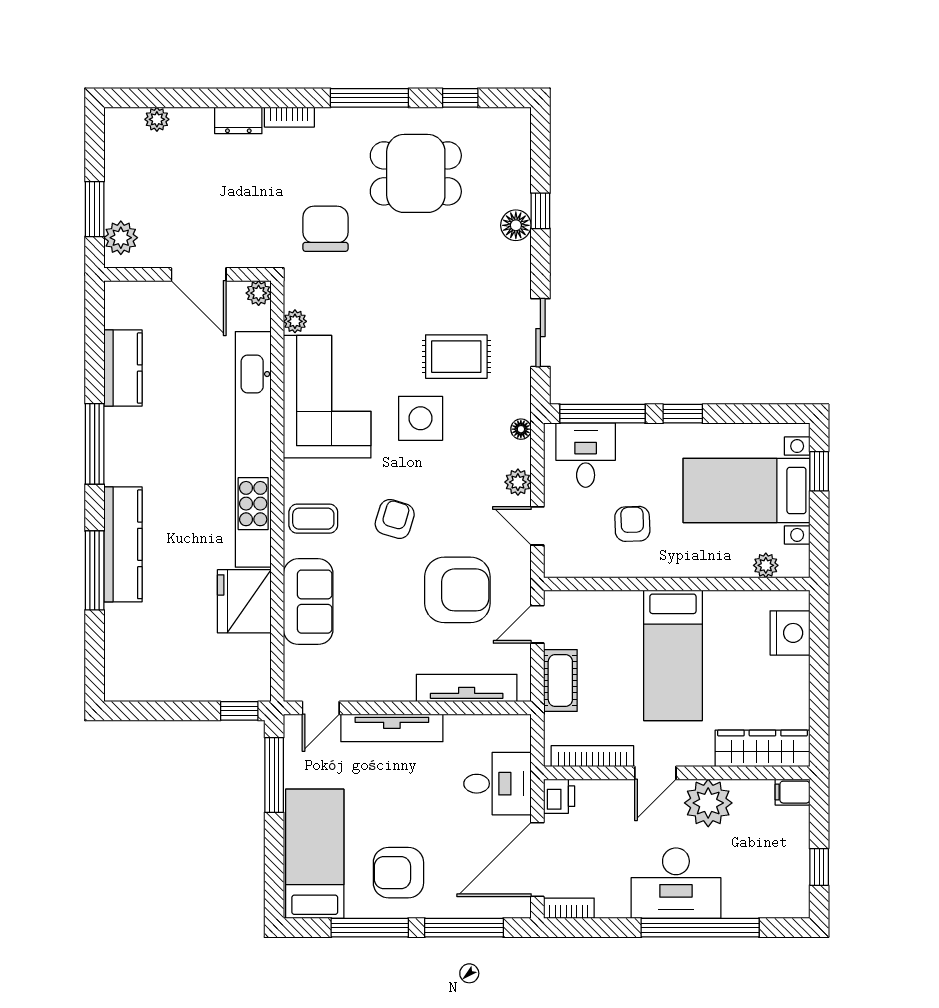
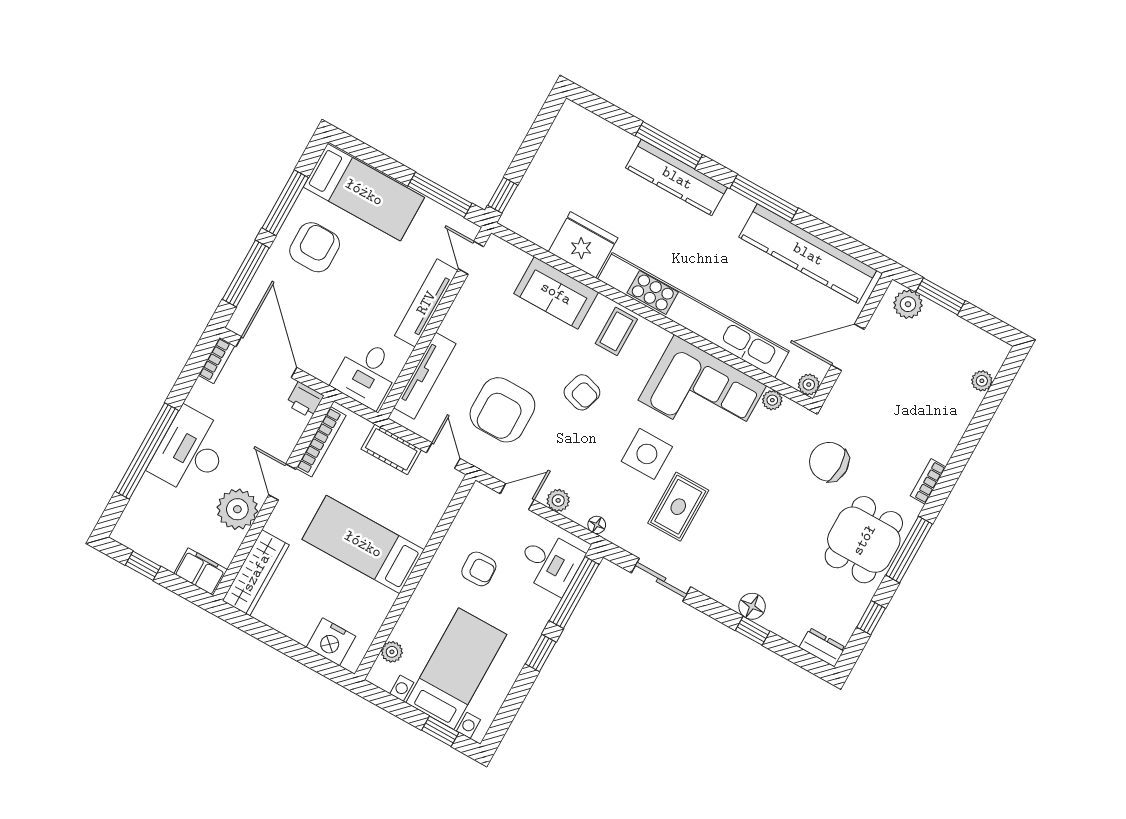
dresser: (238, 120) -> (822, 647), moved, turned 90
dining table: (416, 173) -> (864, 540), moved
chair: (325, 229) -> (829, 462), turned 180
kitchen counter: (123, 368) -> (808, 254), width x2.08, depth x1.17
desk: (497, 784) -> (367, 374), moved
filing cabinet: (792, 792) -> (201, 572), width x2.00

